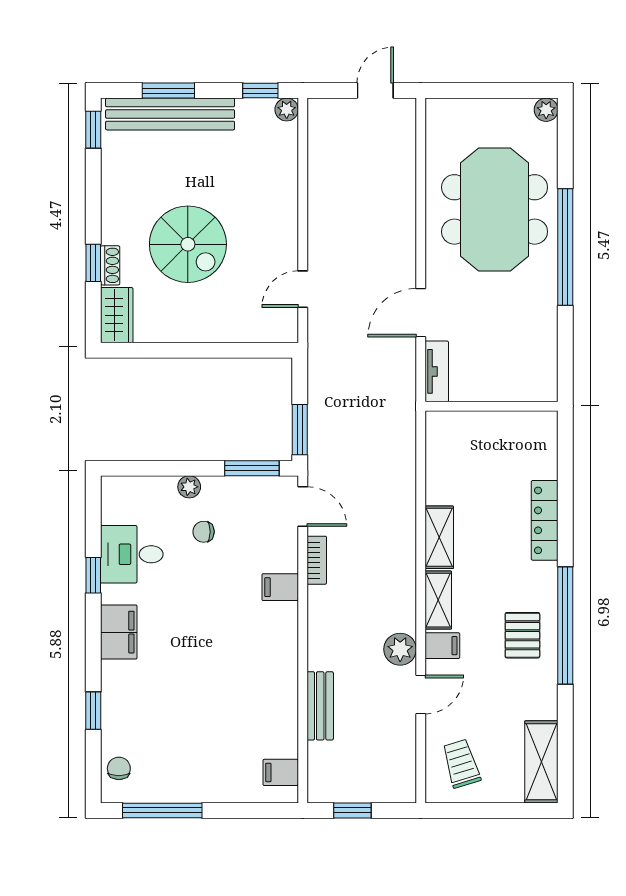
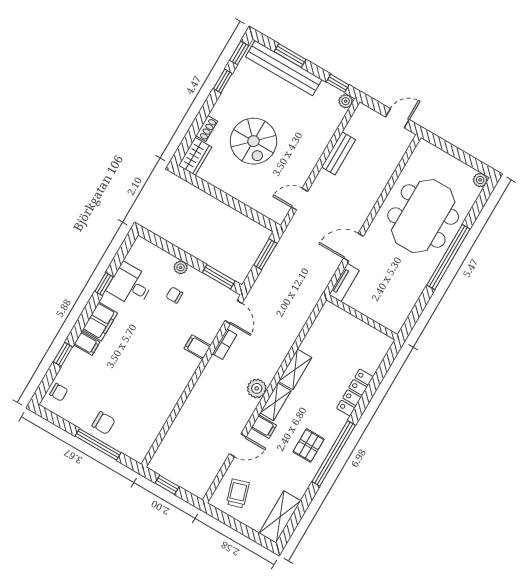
window: (93, 263) -> (223, 81), moved
window: (300, 430) -> (265, 254), moved
plant: (400, 649) -> (257, 388), moved
bench: (320, 706) -> (338, 153), moved
chair: (119, 768) -> (59, 392), turned 90
filing cabinet: (281, 772) -> (87, 343), moved, turned 180
chair: (209, 775) -> (104, 423), added
window: (162, 810) -> (98, 444), moved

